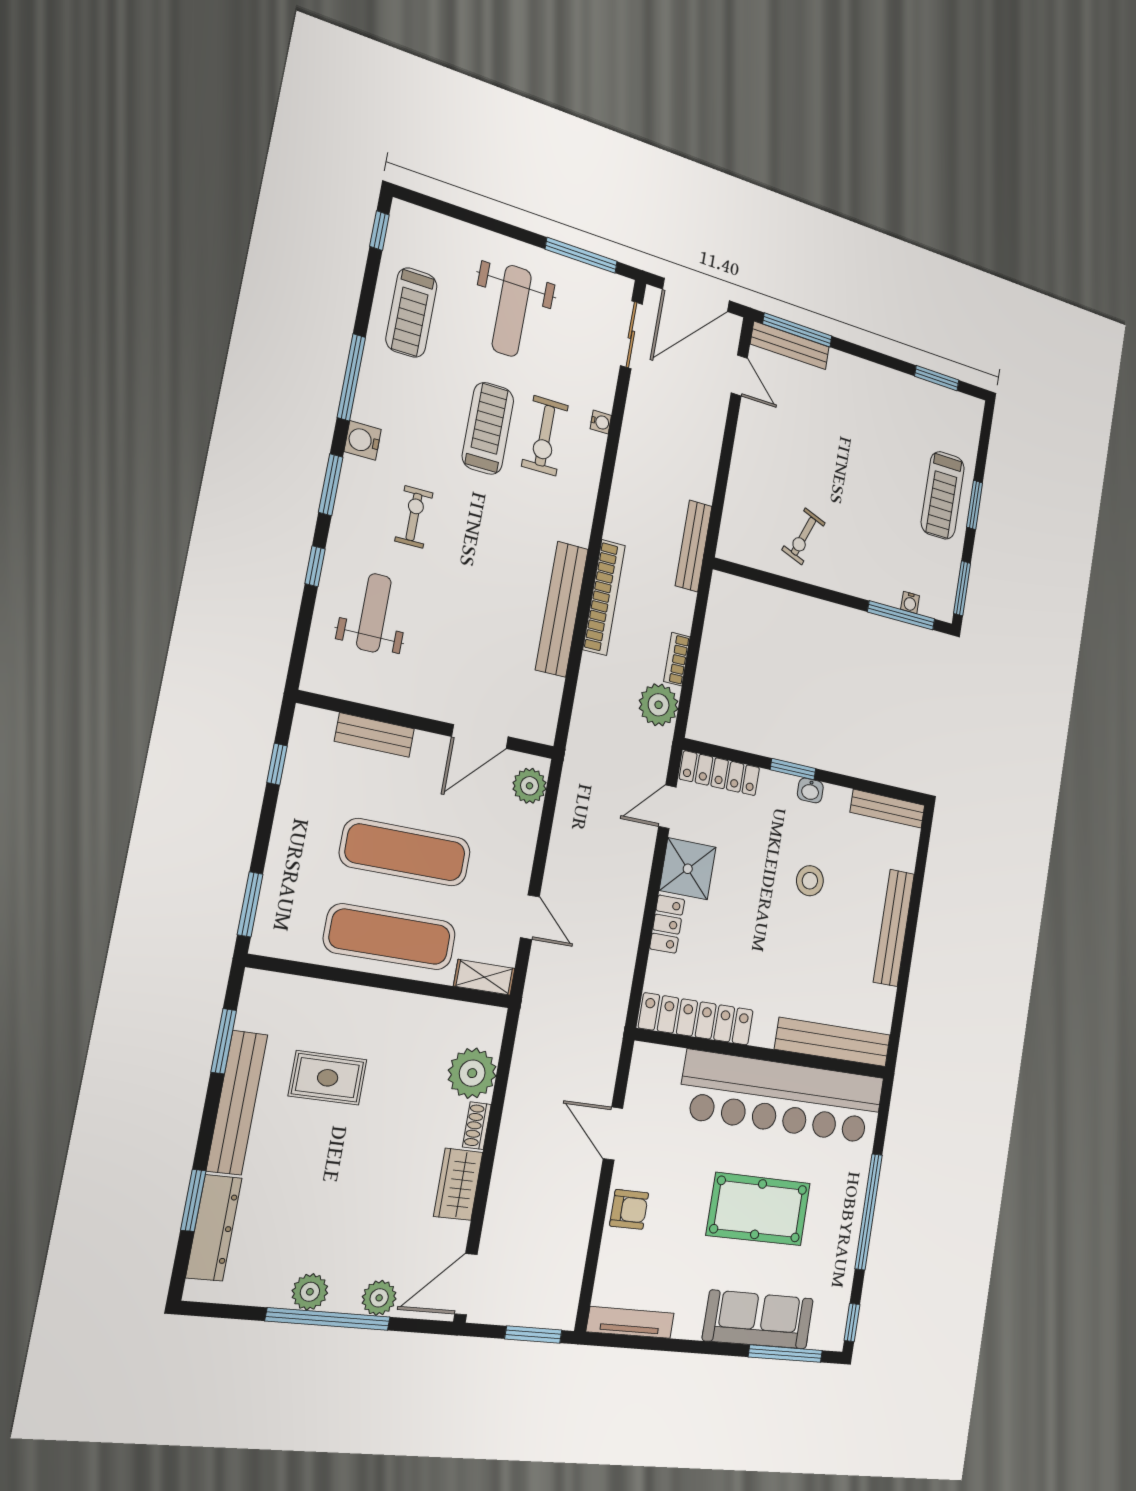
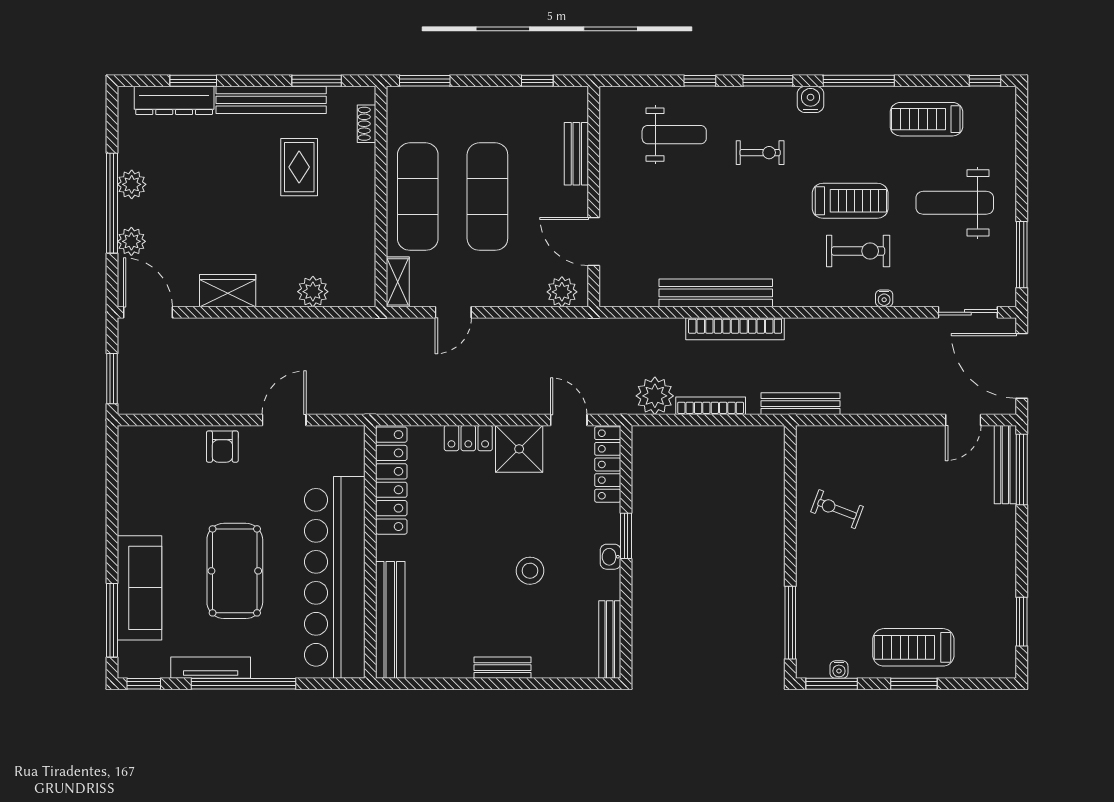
exercise bike: (545, 436) -> (858, 251), turned 180
water cooler: (910, 602) -> (839, 670), moved, turned -90
bookcase: (677, 659) -> (711, 406), width x1.56
bench: (894, 928) -> (502, 668), width x0.54, depth x0.82
plant: (472, 1073) -> (313, 292), width x0.73, depth x0.73
shoe rack: (477, 1126) -> (367, 124), moved, turned -90
tv unit: (630, 1322) -> (211, 668), moved, turned -90

